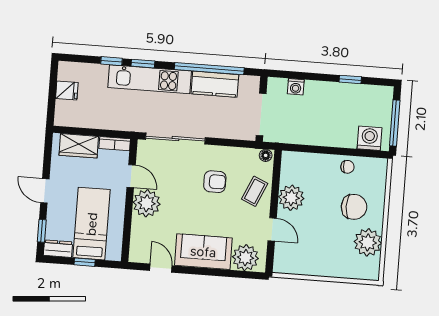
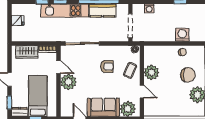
washing machine: (370, 138) -> (182, 35), moved

